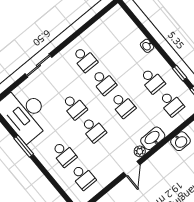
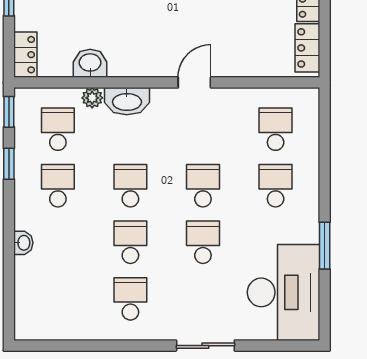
plant: (140, 151) -> (92, 98), moved

